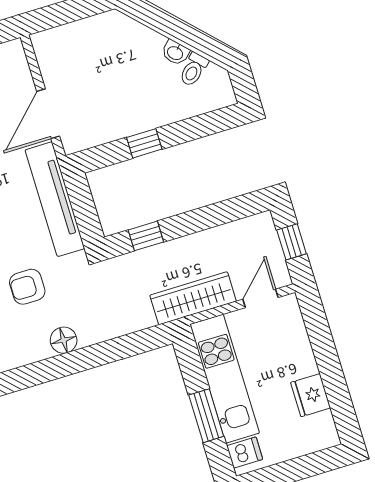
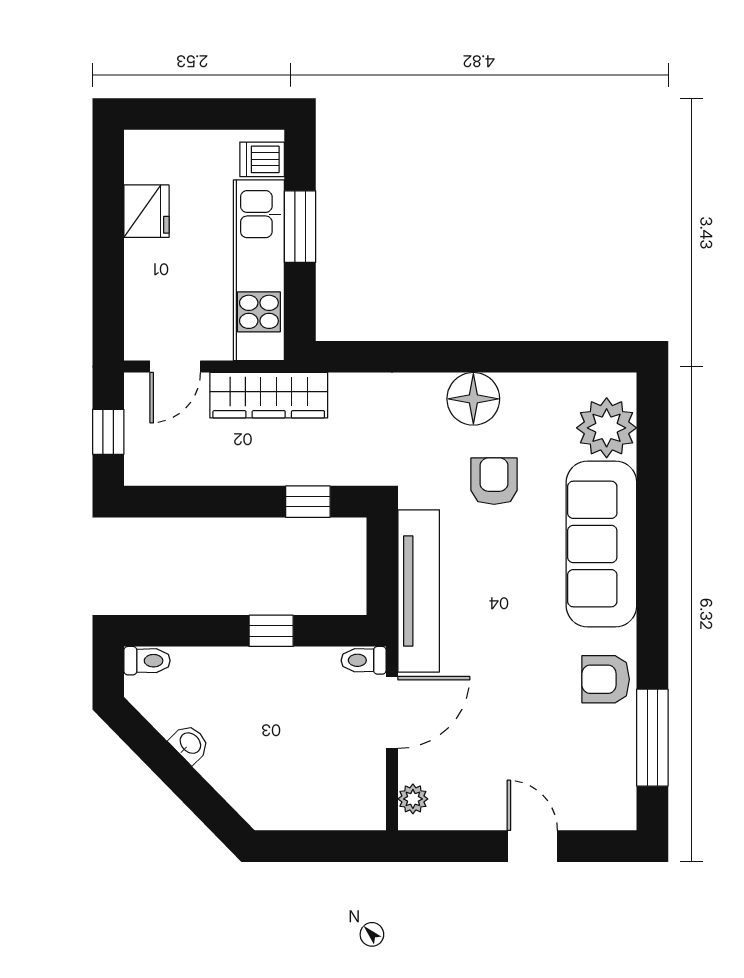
plant: (17, 61) -> (413, 799), added
toilet: (194, 70) -> (147, 661), moved, turned 44
toilet: (77, 142) -> (364, 660), added
armchair: (27, 287) -> (494, 481), turned -90
floor lamp: (64, 340) -> (473, 399), width x1.38, depth x1.38

